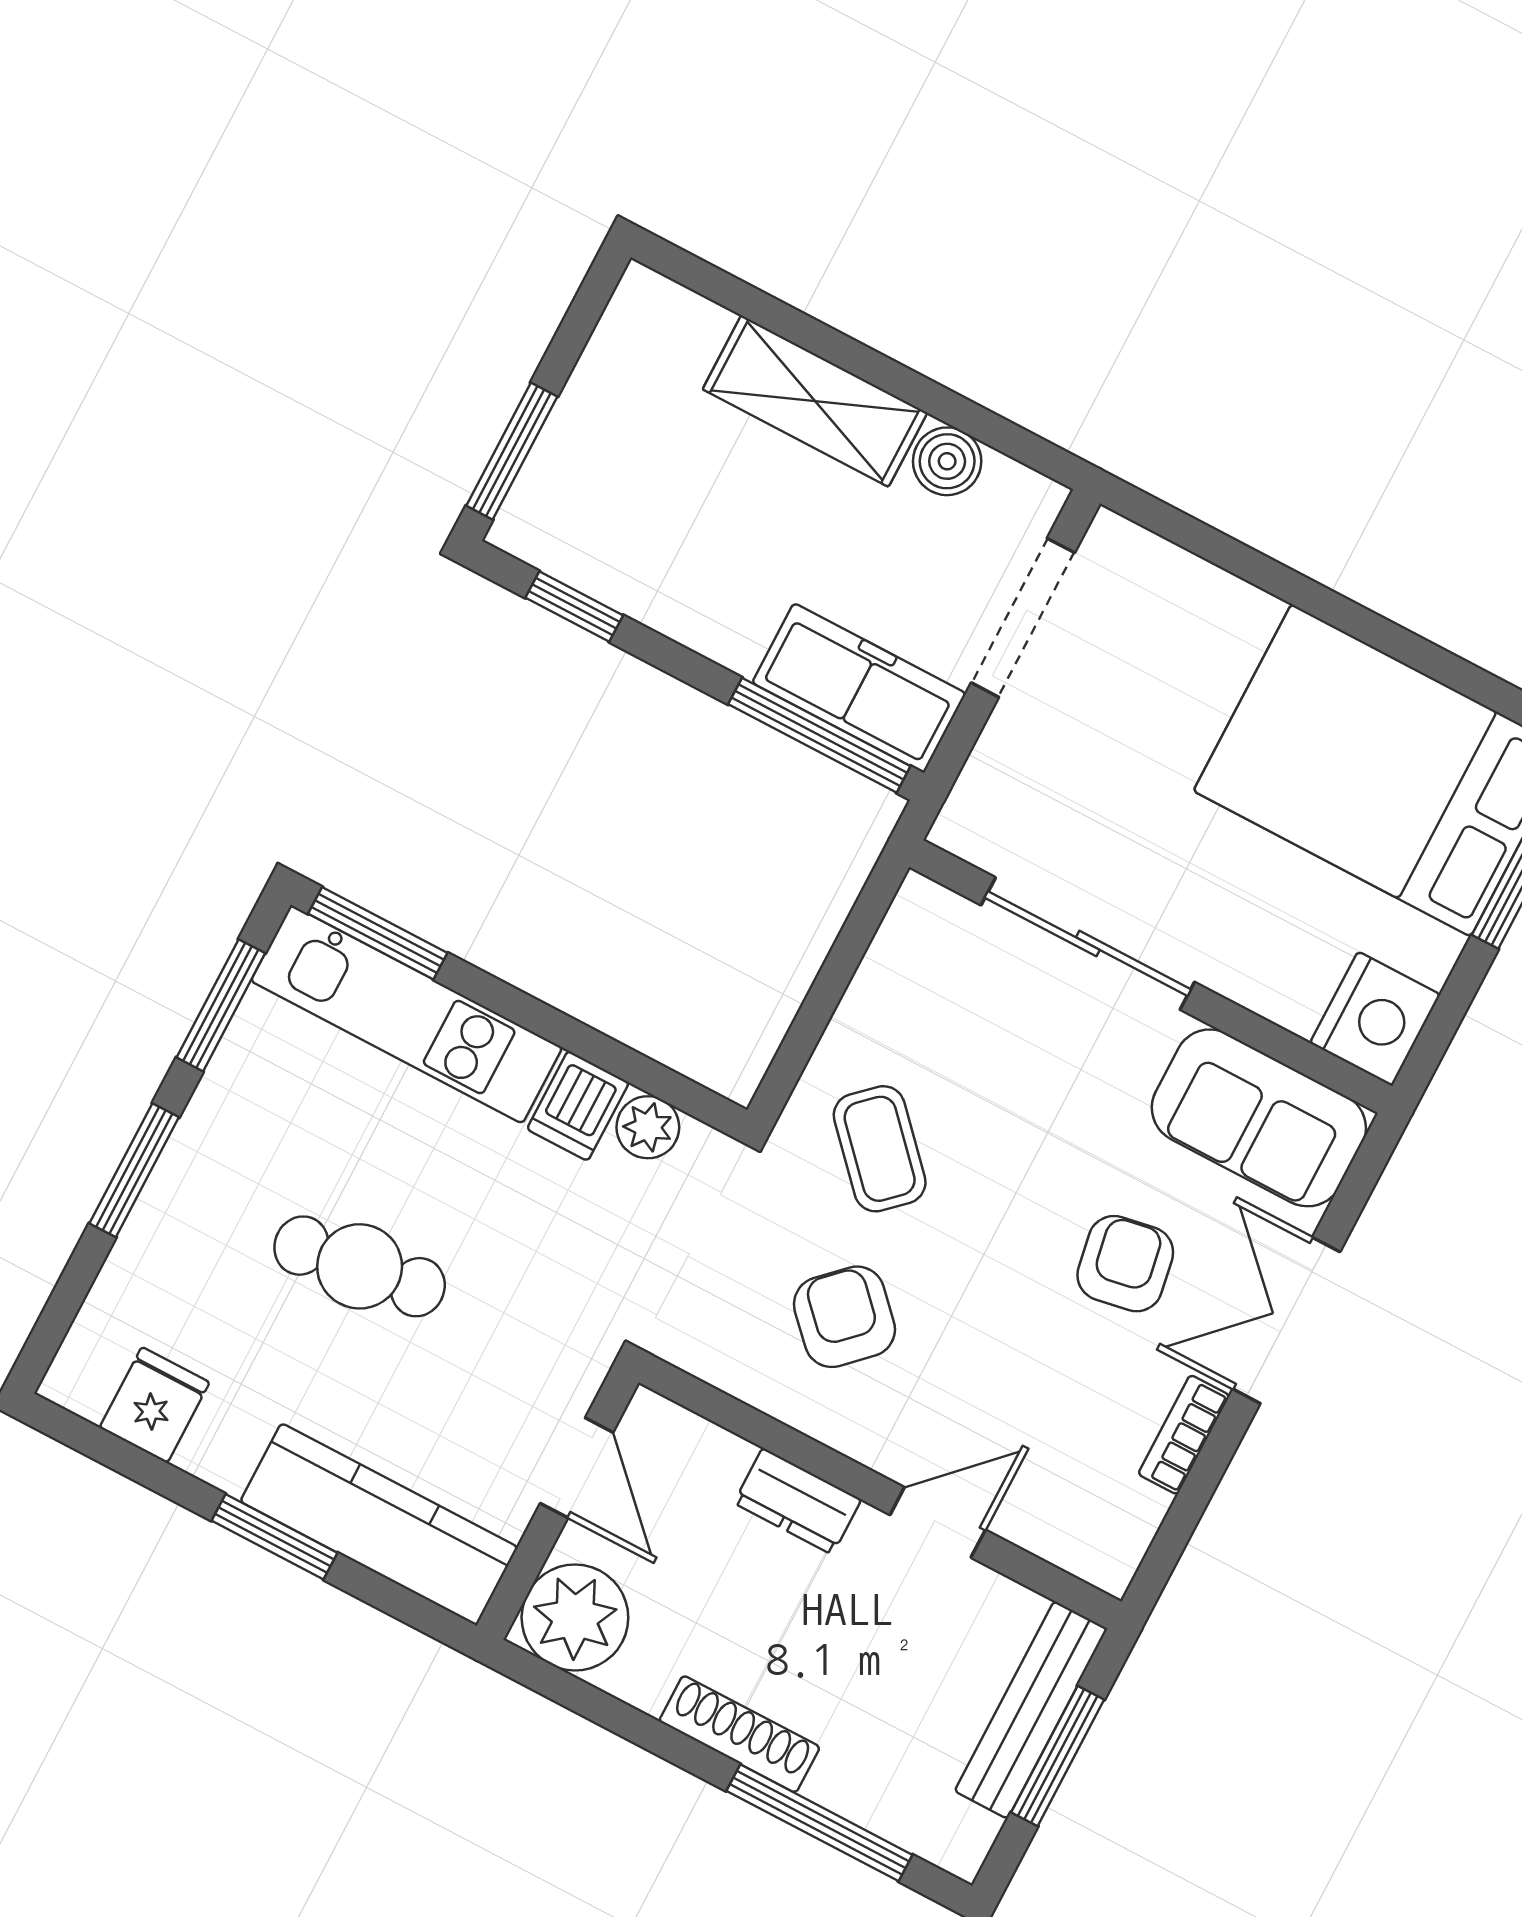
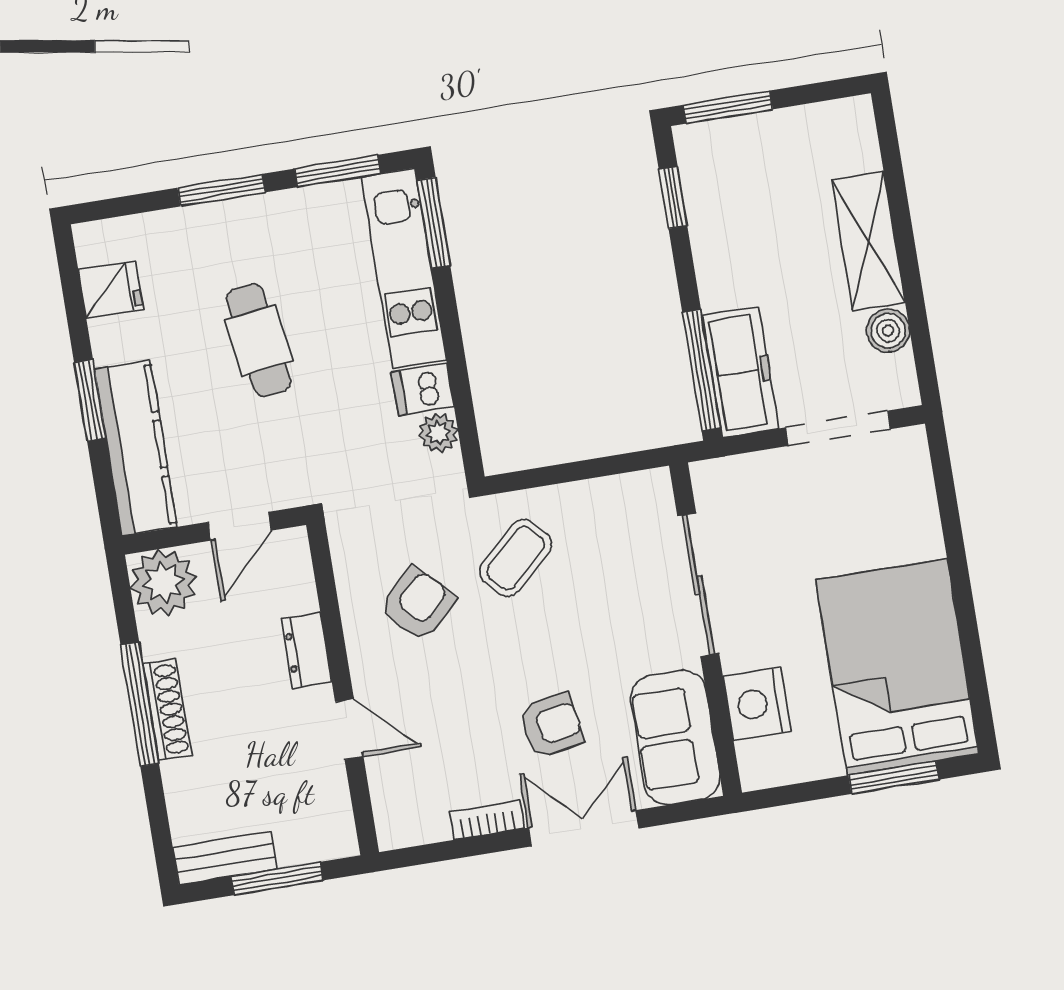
nightstand: (1375, 1019) -> (757, 704), moved, turned 90
bench: (1031, 1710) -> (225, 858), moved, width x0.73
window: (819, 1823) -> (140, 704), moved

